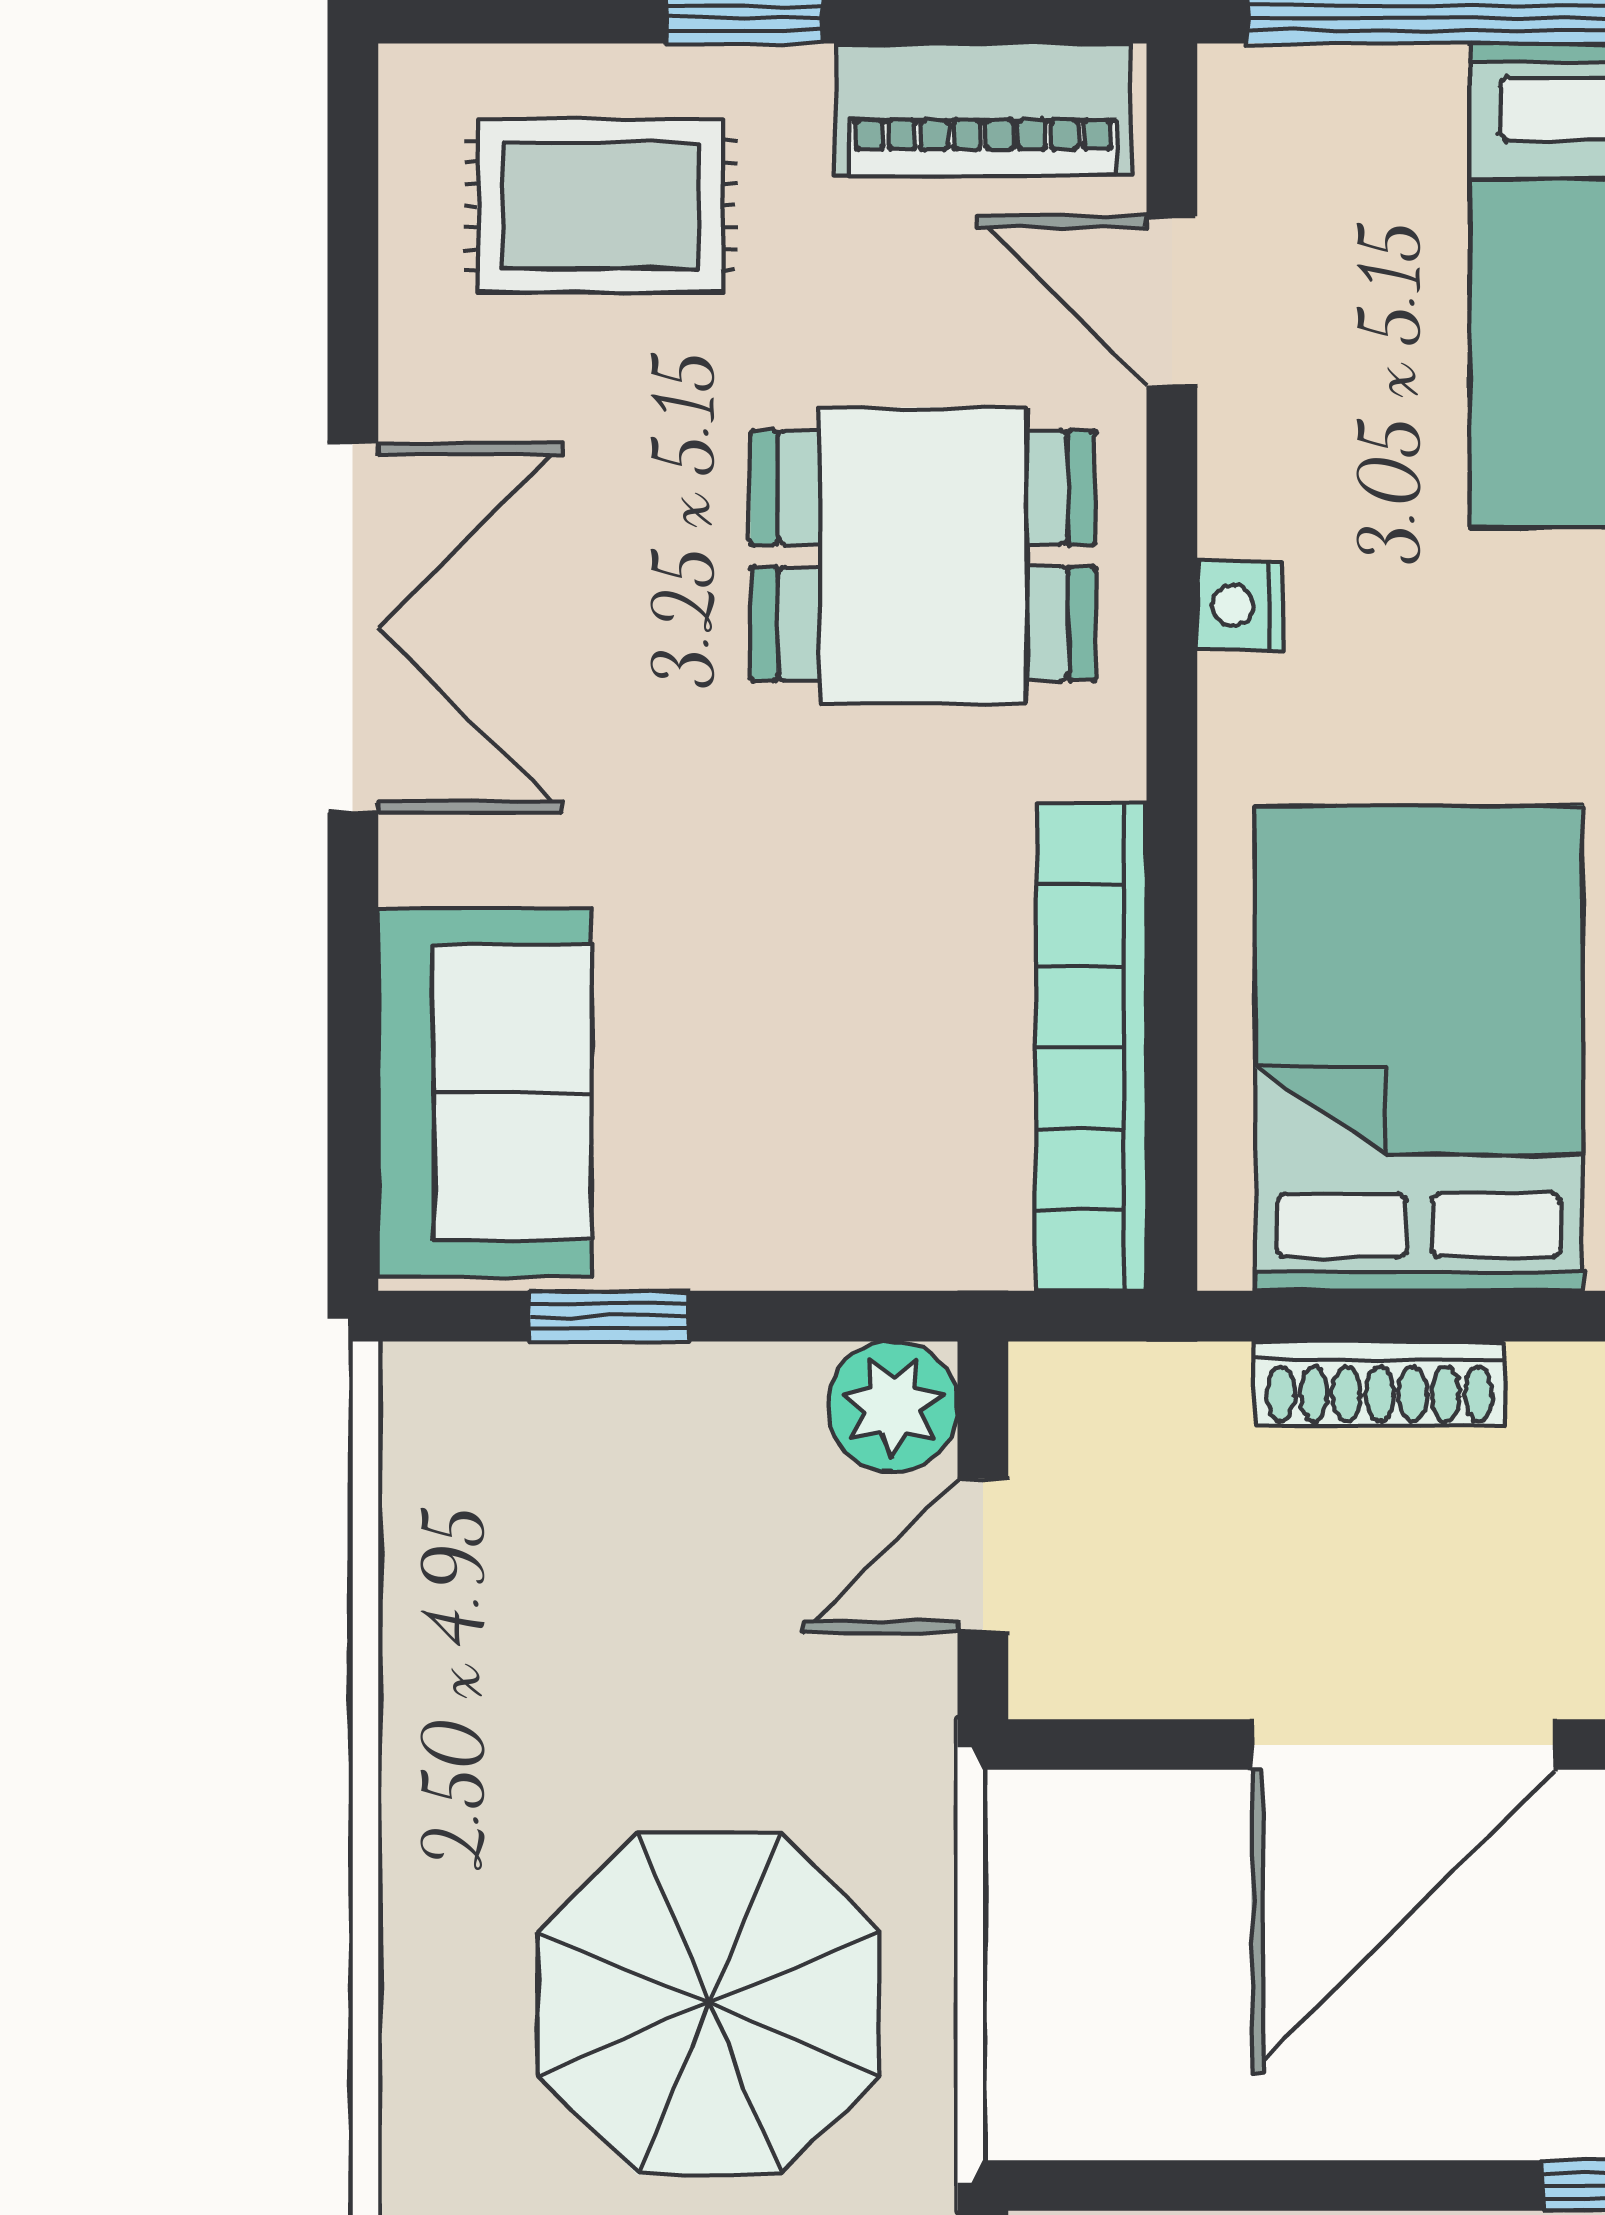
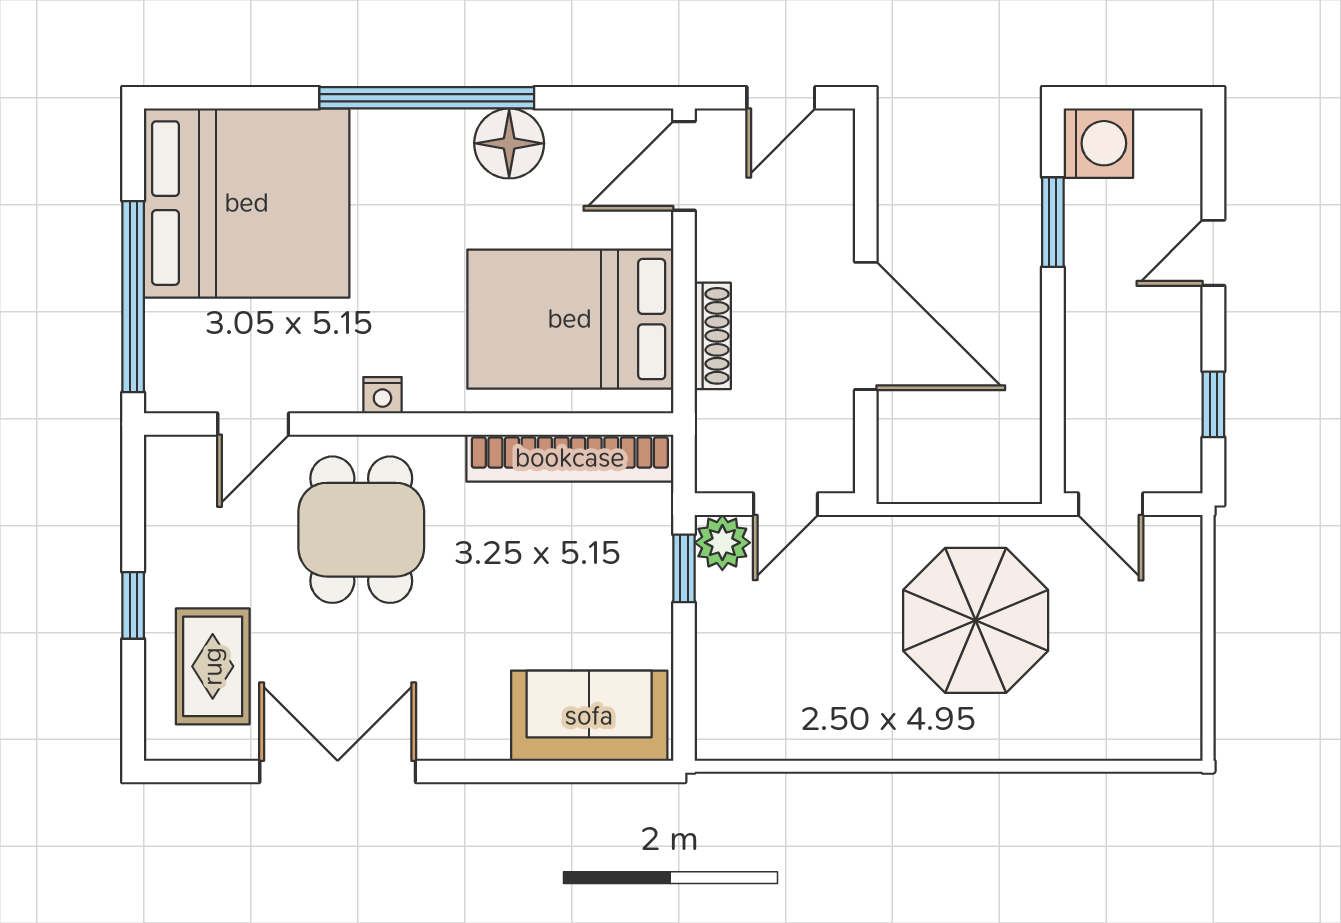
piano: (983, 110) -> (172, 504), removed
double door: (353, 628) -> (338, 772), moved
window: (609, 1316) -> (684, 568), moved
door: (983, 1555) -> (785, 504), hinge flipped

